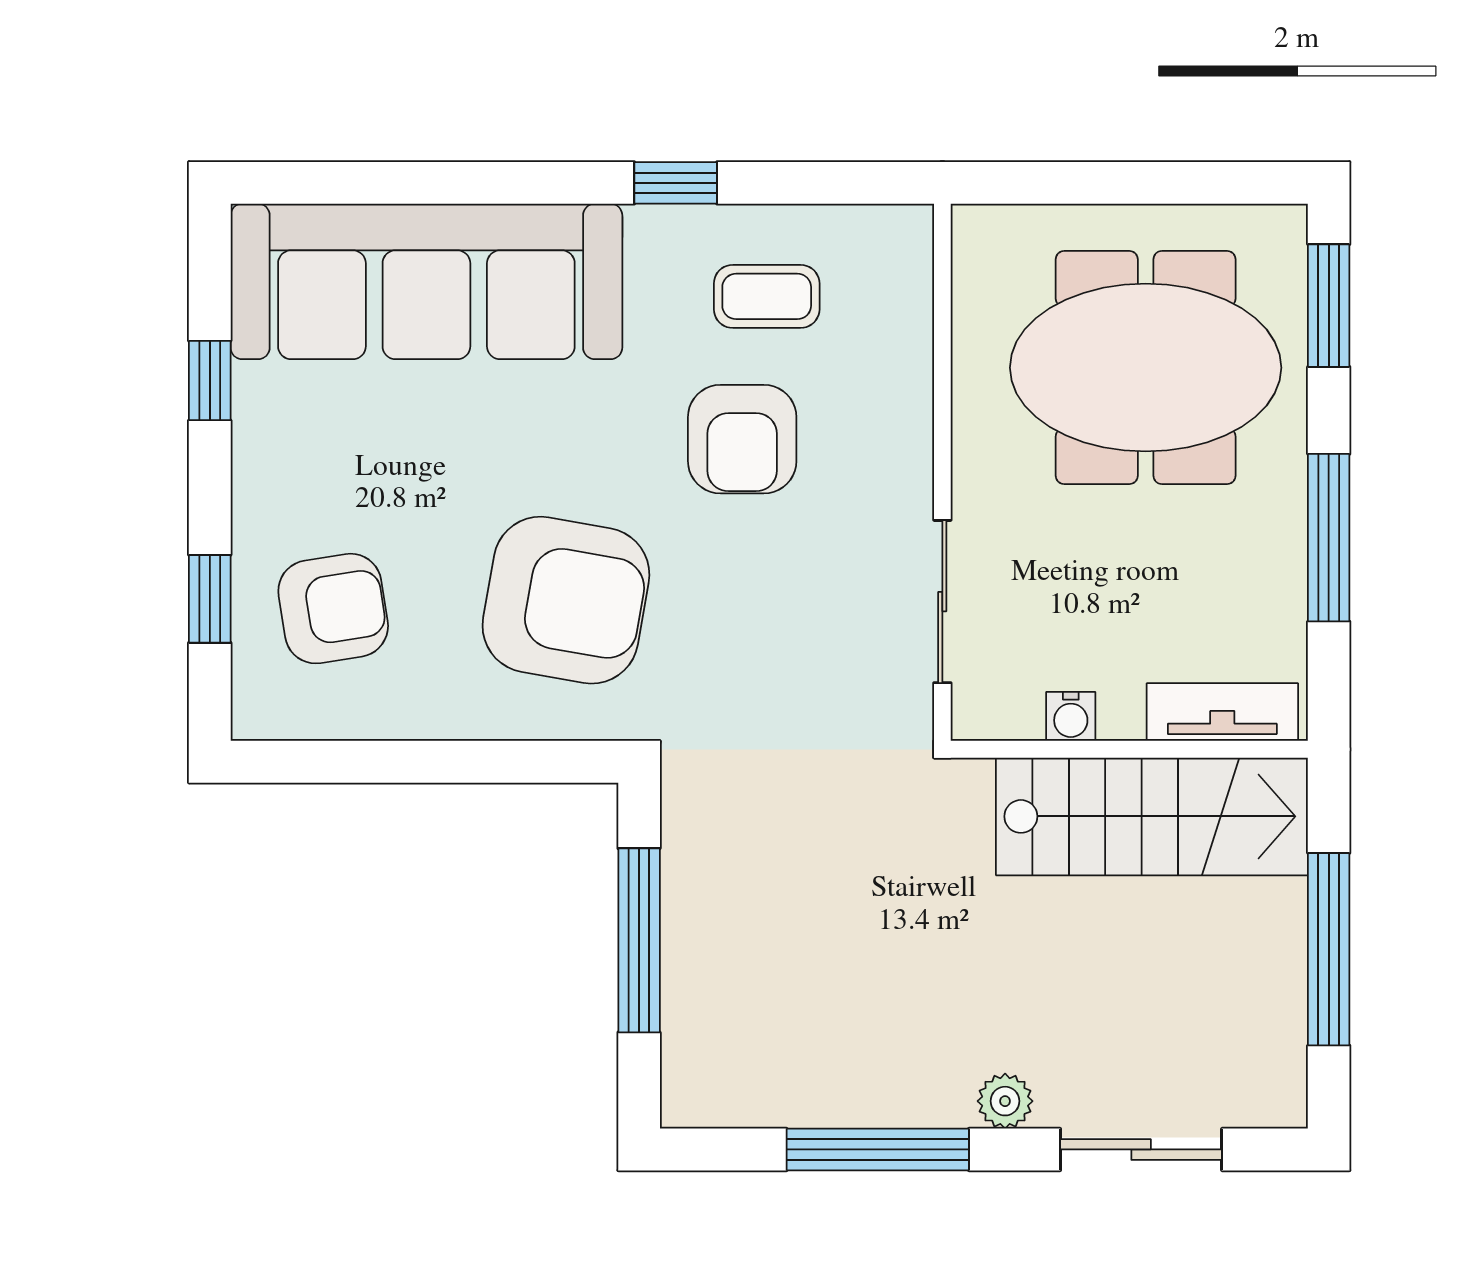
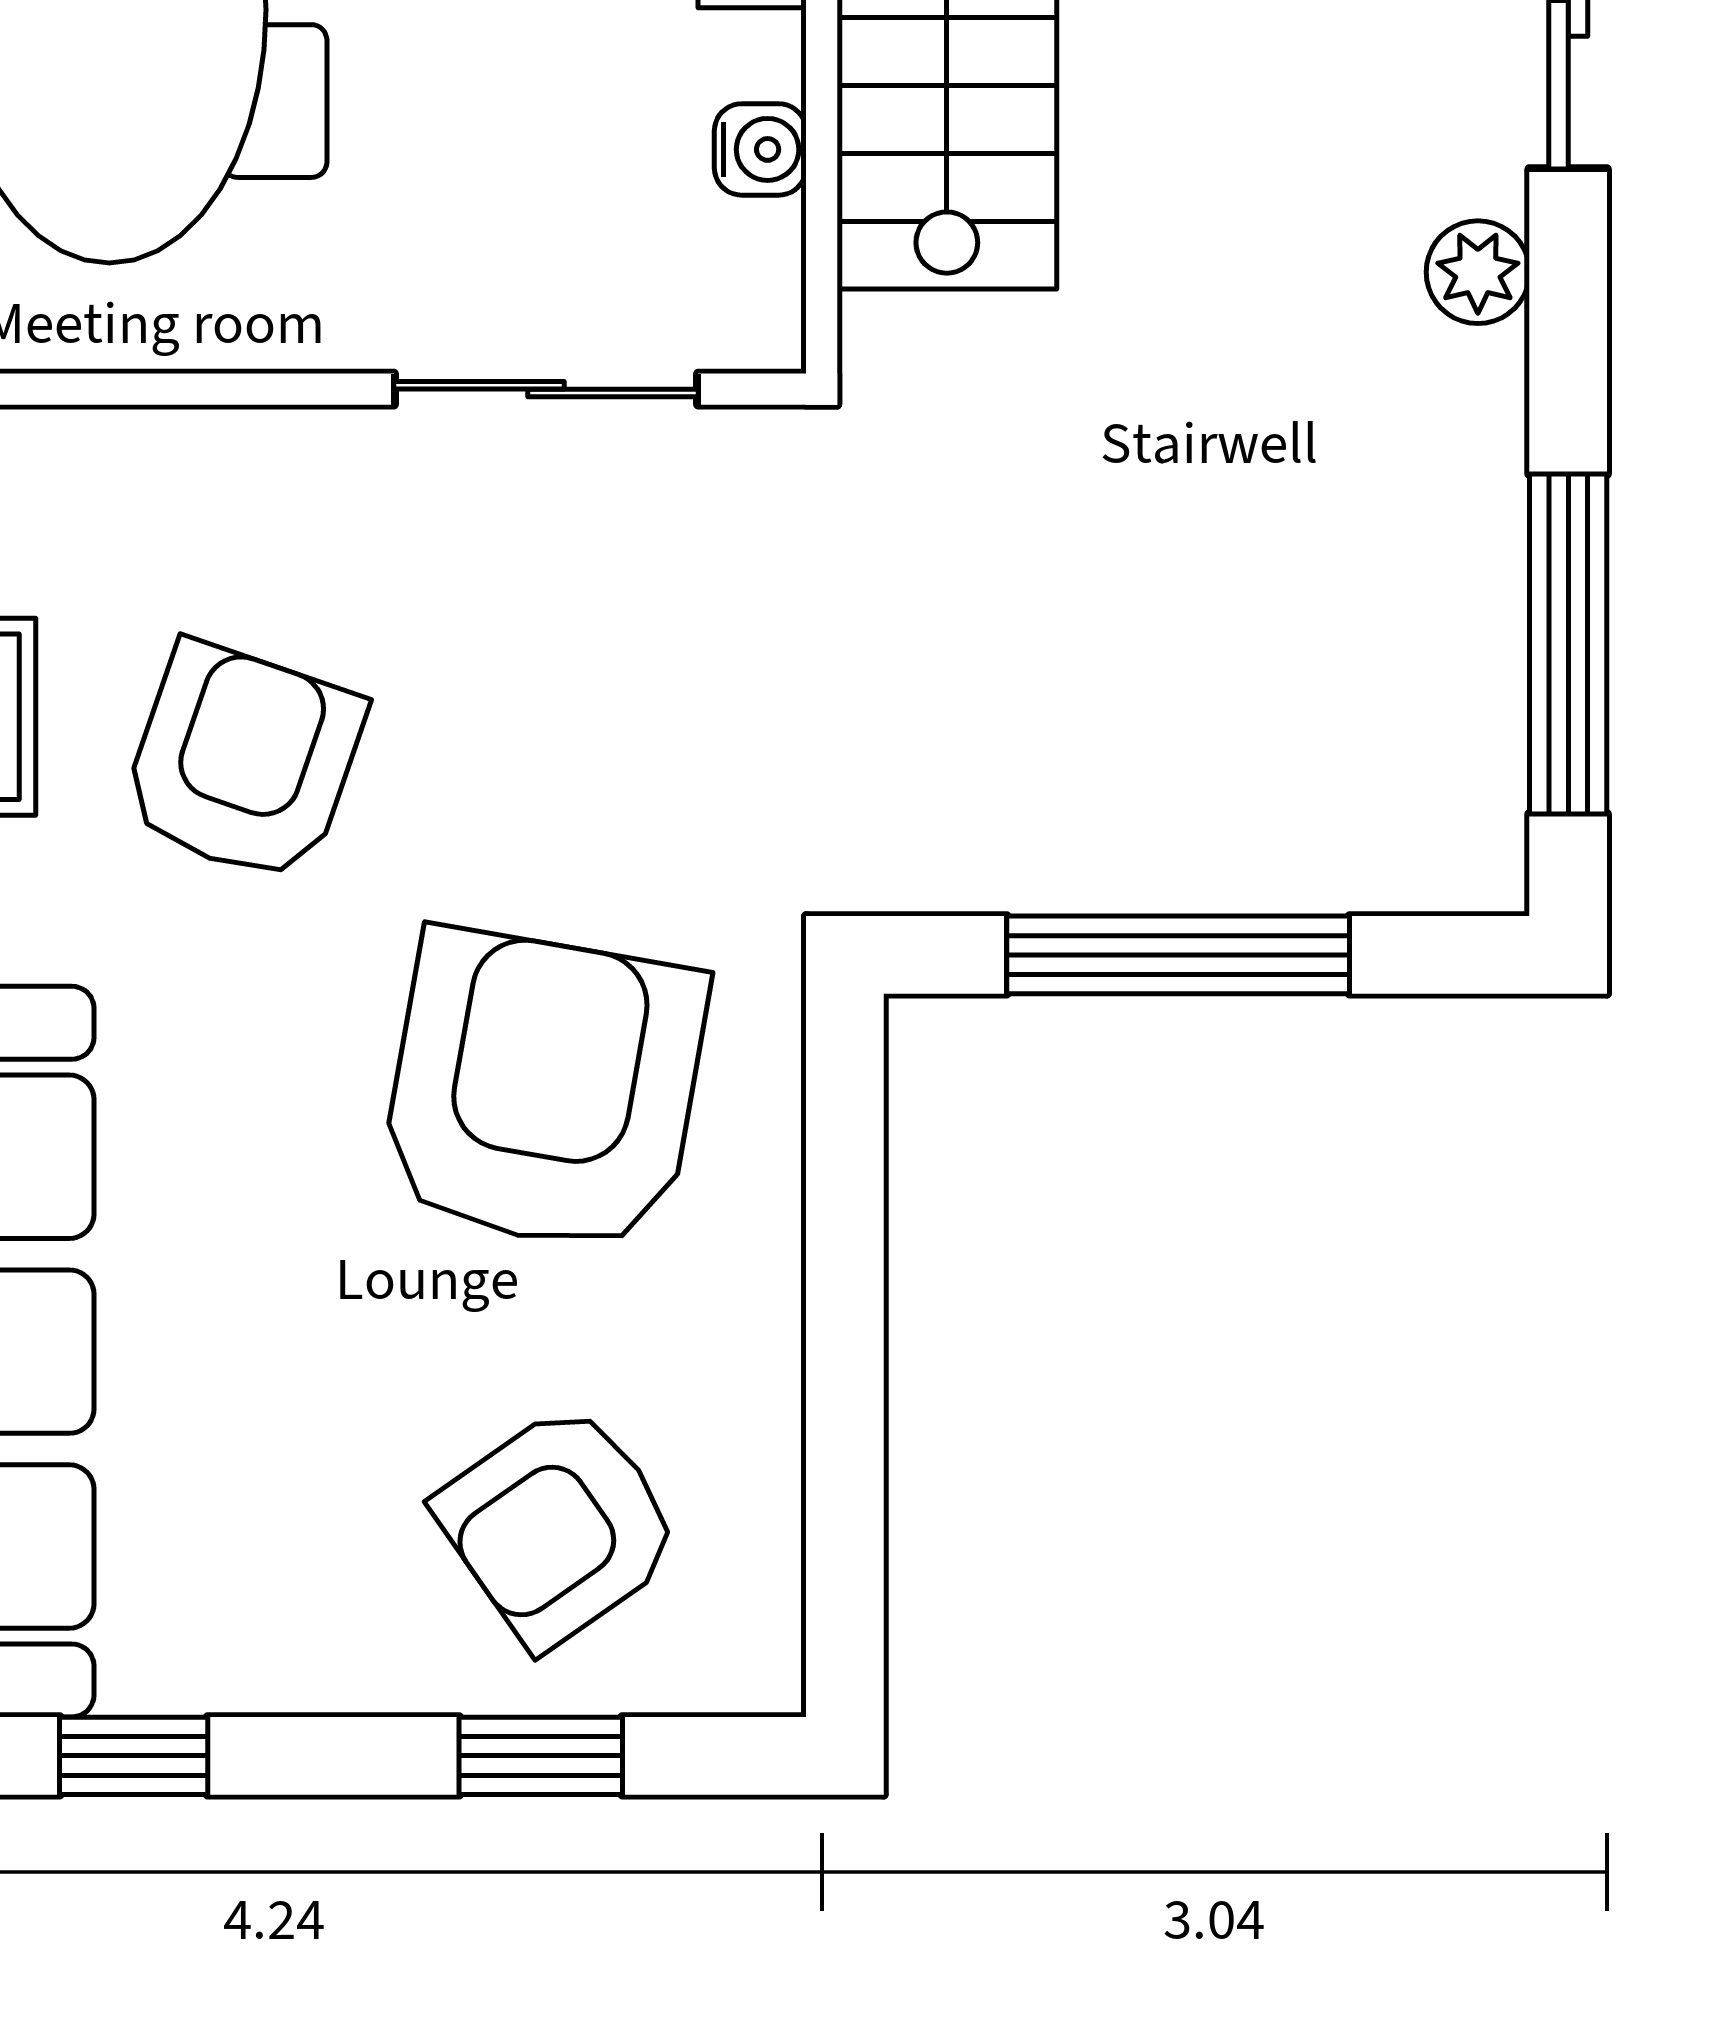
armchair: (742, 439) -> (243, 763), turned -71
armchair: (333, 609) -> (559, 1526), turned -116
window: (878, 1149) -> (1568, 644), moved

